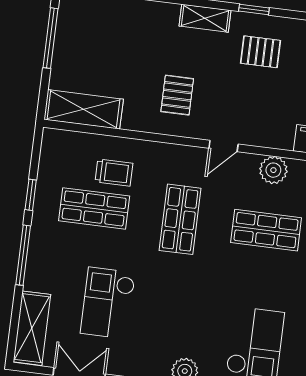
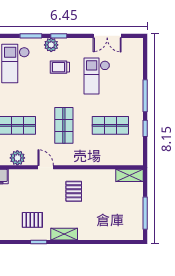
shelving: (84, 109) -> (130, 175), width x0.67, depth x0.75
door: (223, 146) -> (46, 167), hinge flipped
trolley: (114, 173) -> (60, 67), moved
checkout: (108, 303) -> (97, 76), turned 180
shelving: (32, 328) -> (135, 57), removed

